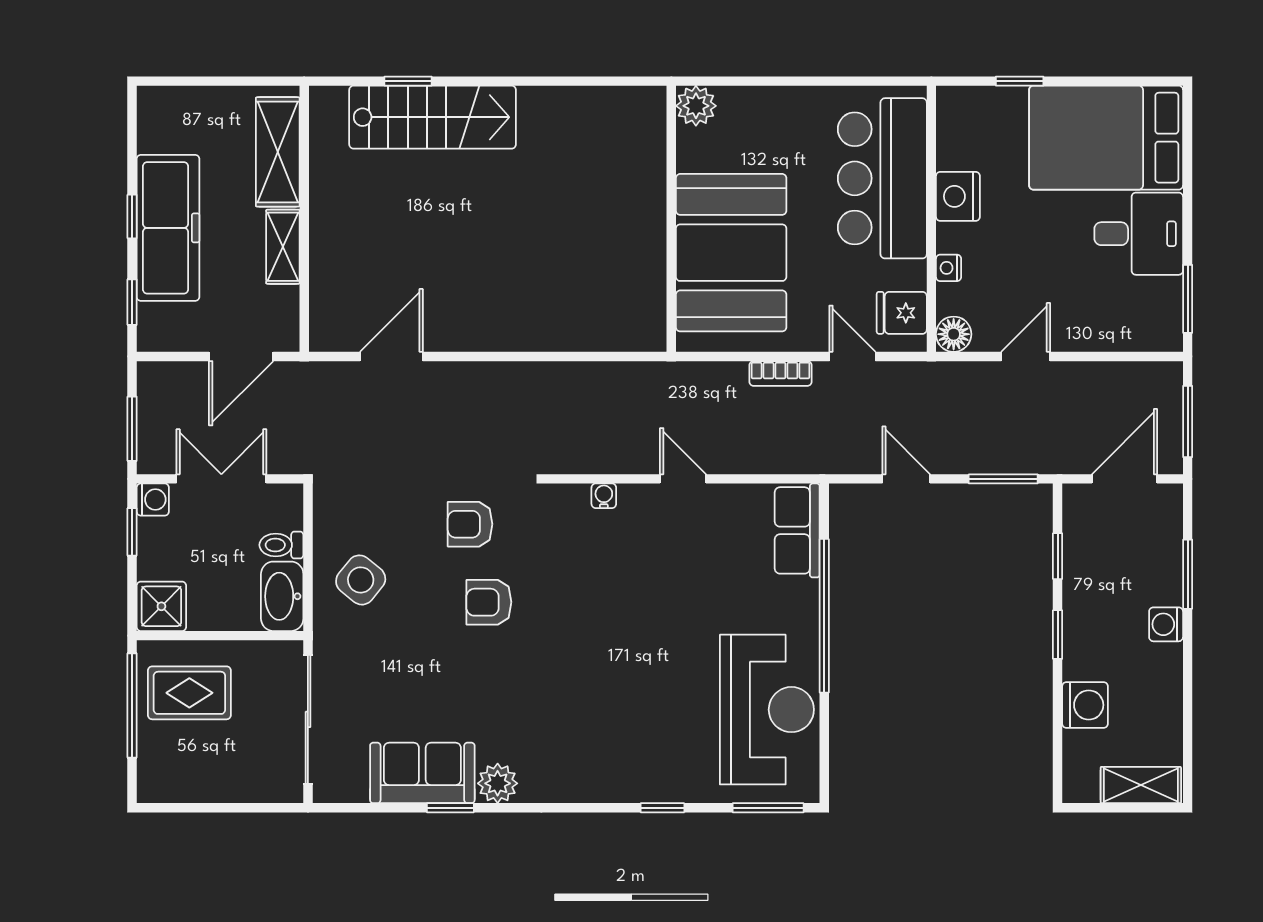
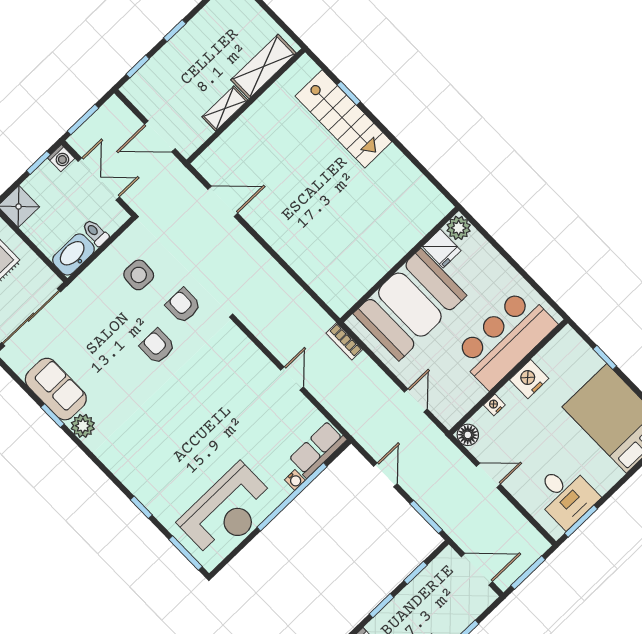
freezer: (168, 228) -> (185, 51), removed
desk: (1139, 234) -> (565, 495), moved
fridge: (902, 313) -> (442, 249), moved, turned 180
bookcase: (780, 374) -> (344, 341), moved
water cooler: (604, 496) -> (295, 480), moved, turned 90
side table: (361, 580) -> (139, 275), moved, turned -36

